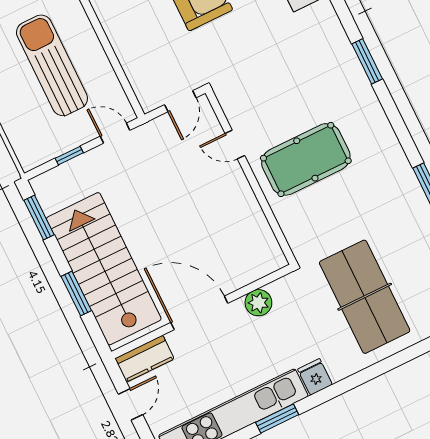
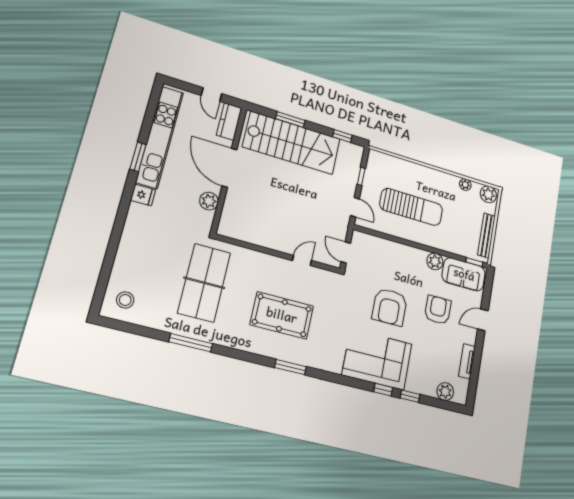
door: (115, 133) -> (355, 207), hinge flipped
pool table: (306, 159) -> (282, 315), moved, turned 90
window: (39, 217) -> (342, 136), width x0.67
table tennis table: (365, 297) -> (204, 283), moved, turned 90
door: (199, 313) -> (229, 168), swing flipped

